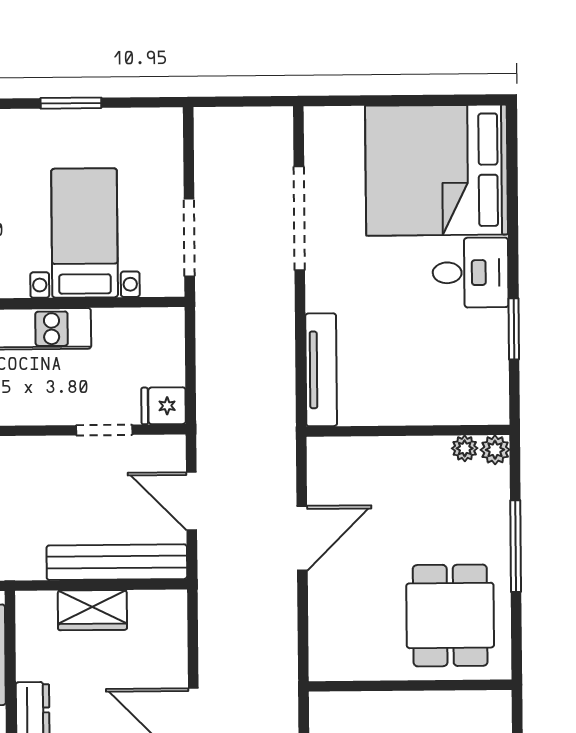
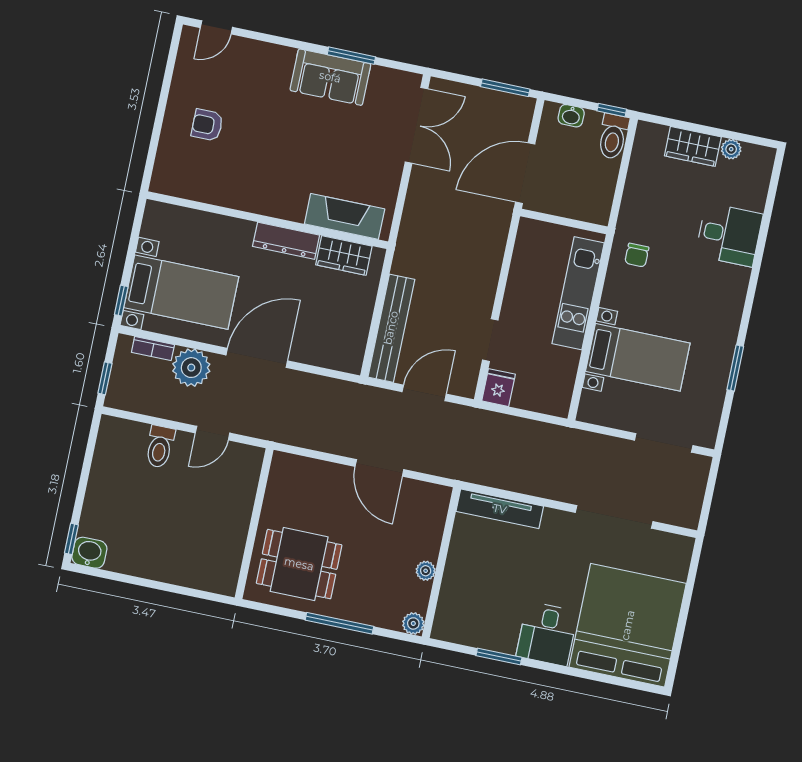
doorway: (189, 237) -> (664, 443), moved
plant: (465, 448) -> (426, 571), moved
wardrobe: (92, 610) -> (344, 255), moved, turned -90

